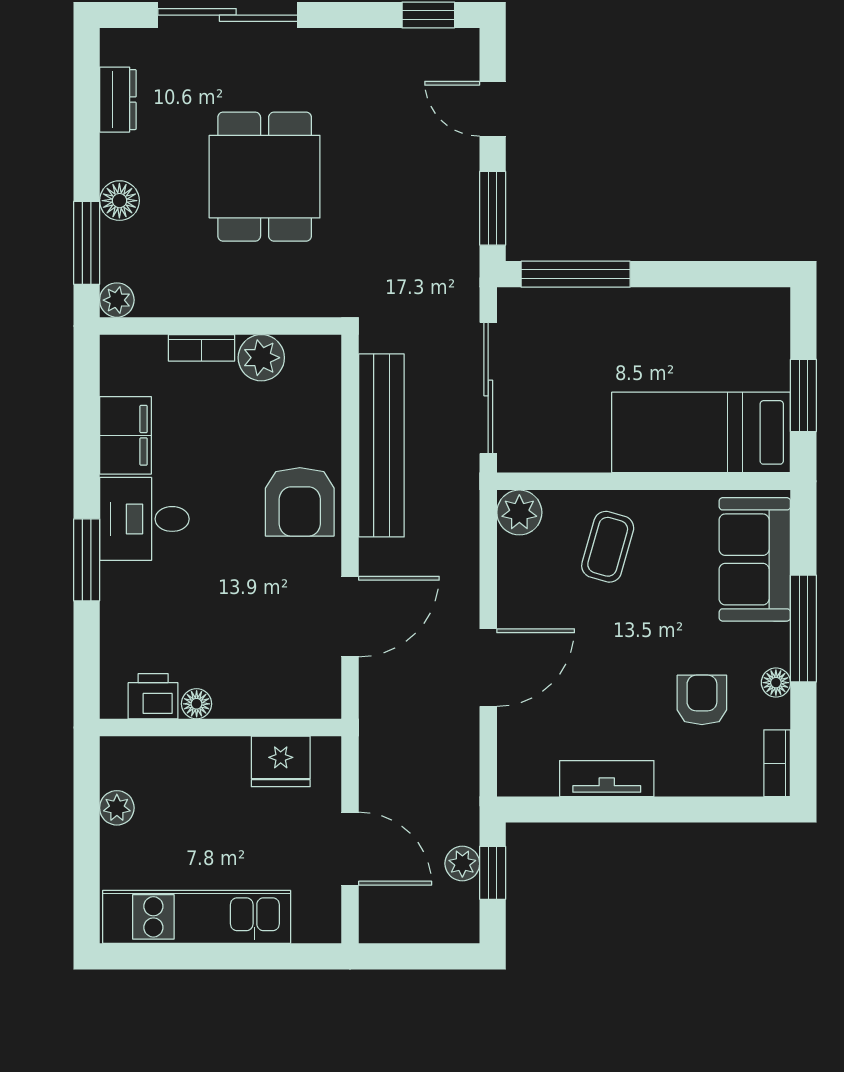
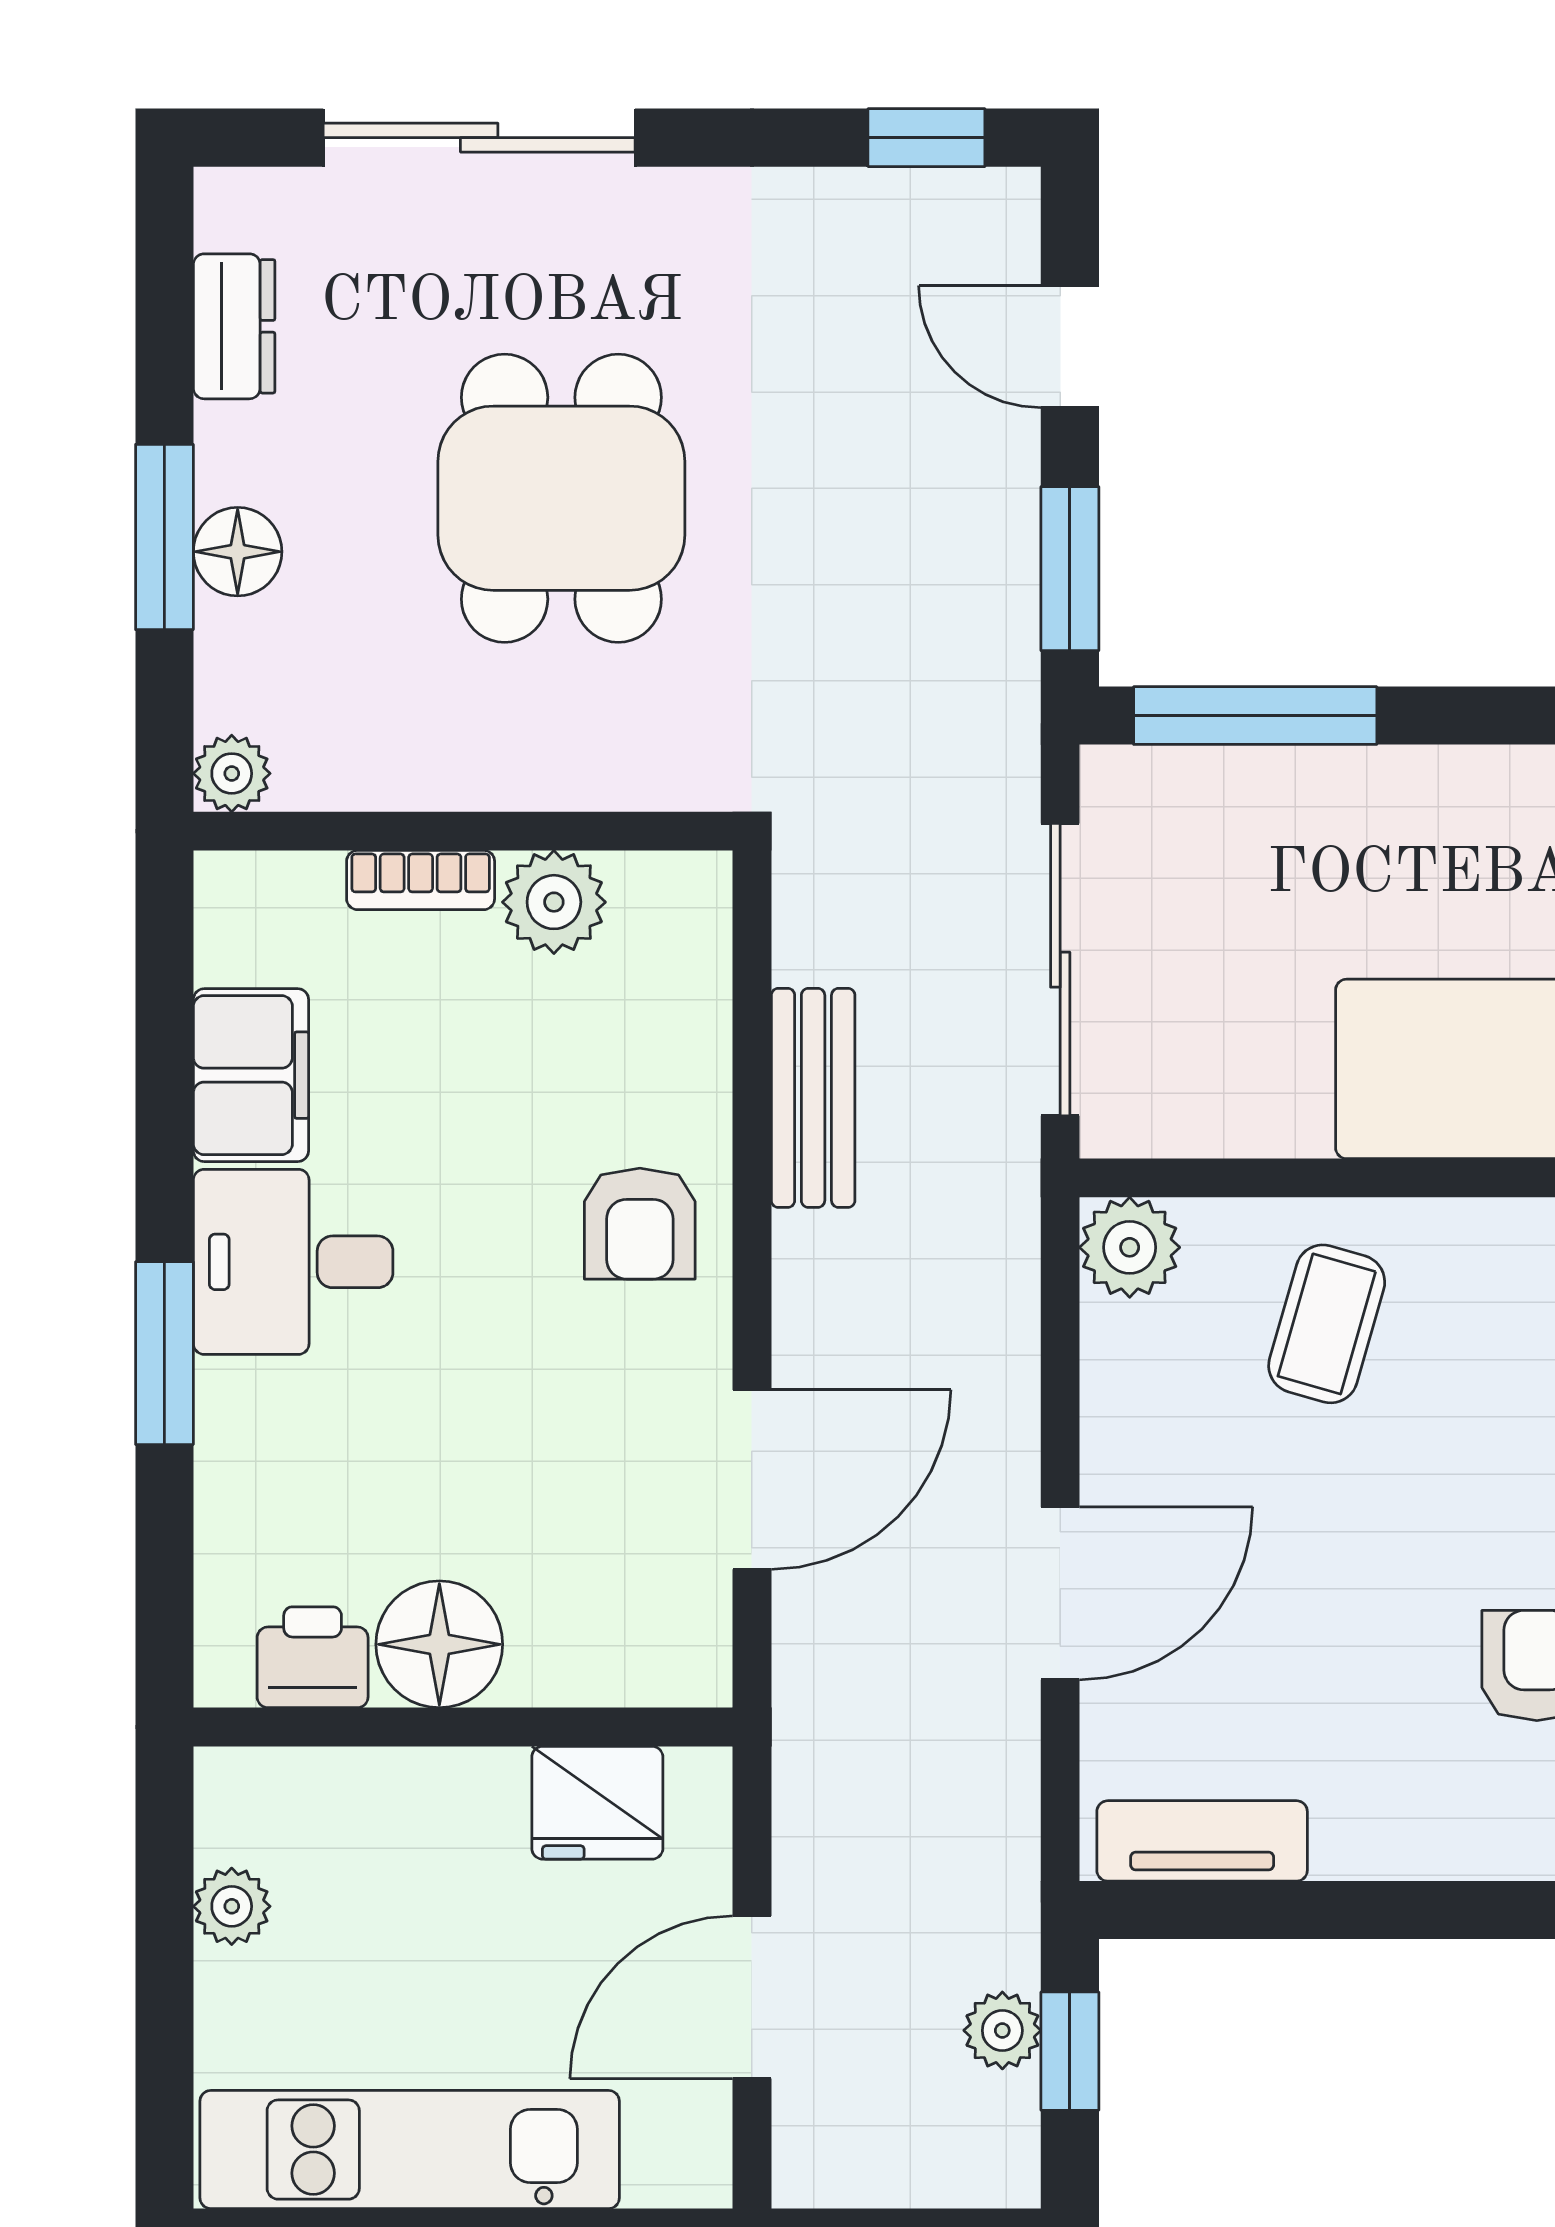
window: (87, 243) -> (164, 537), moved
bench: (381, 445) -> (813, 1098), width x0.54, depth x0.82
armchair: (300, 502) -> (640, 1224), width x0.72, depth x0.72
floor lamp: (197, 704) -> (439, 1644), width x1.89, depth x1.89
tv unit: (607, 779) -> (1202, 1841), moved
door: (350, 849) -> (752, 1997), swing flipped

